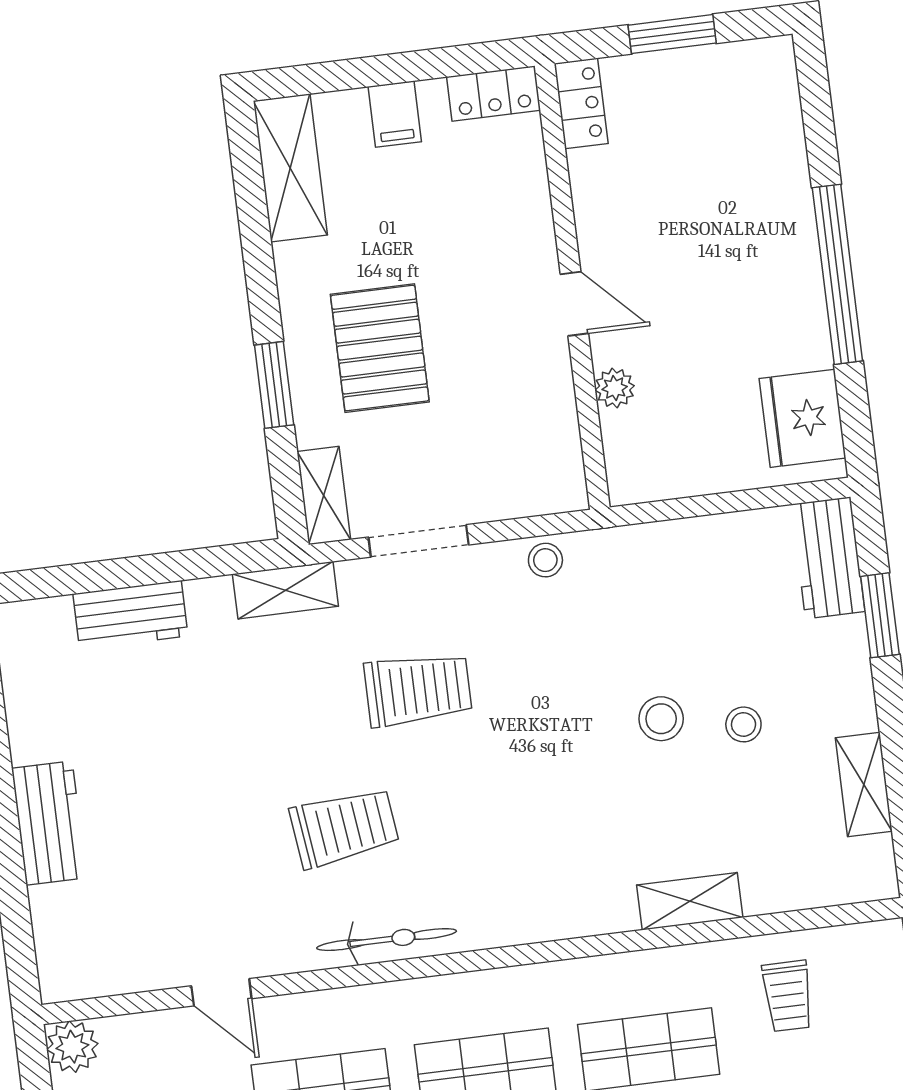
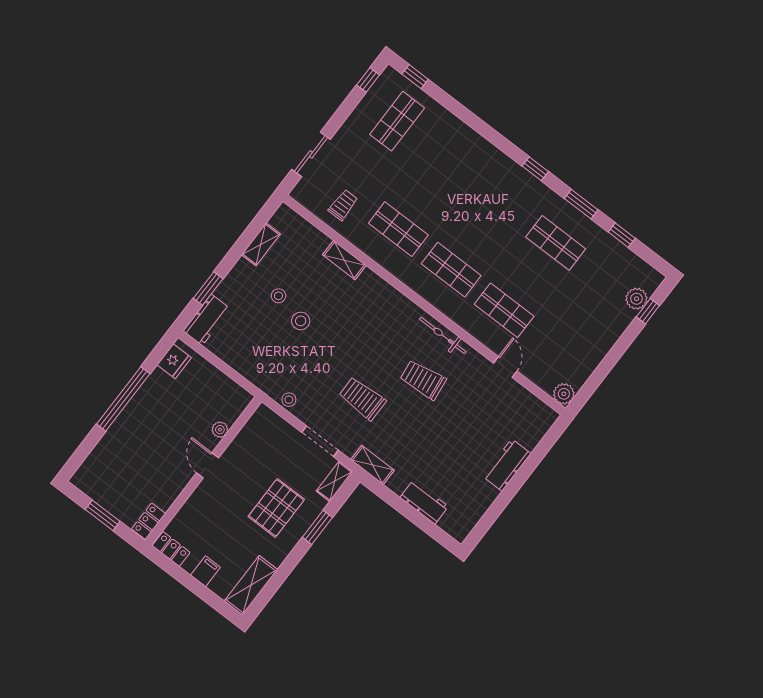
fridge: (802, 418) -> (174, 361), width x0.73, depth x0.75

